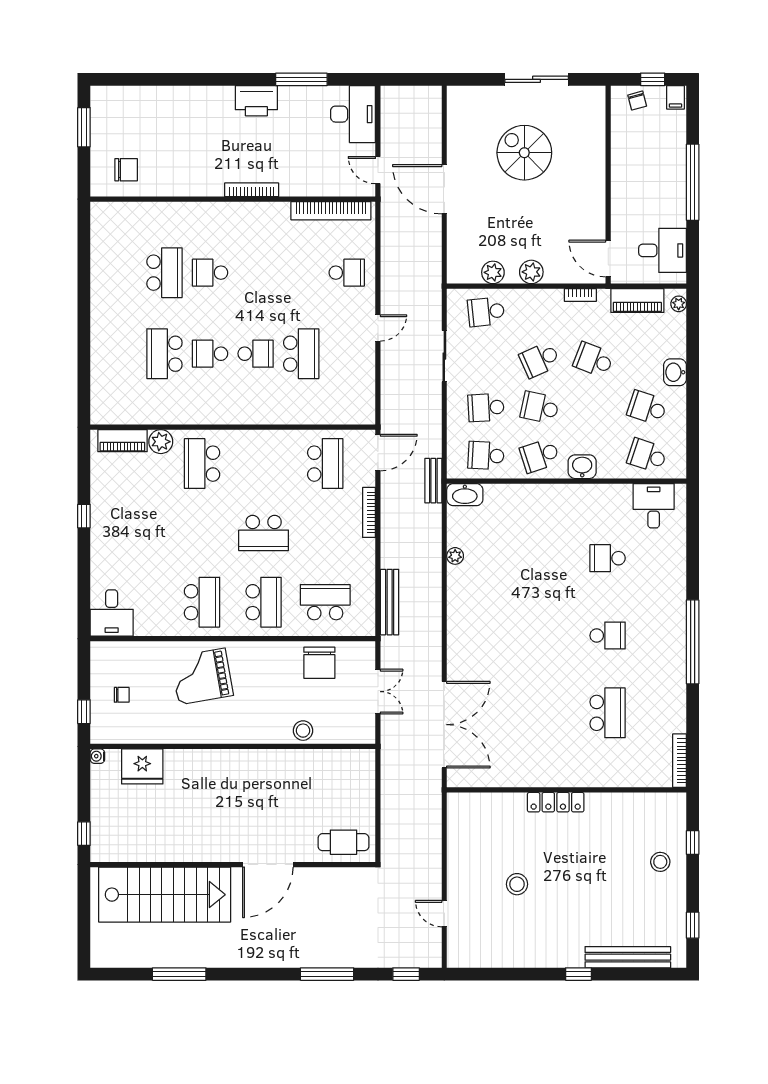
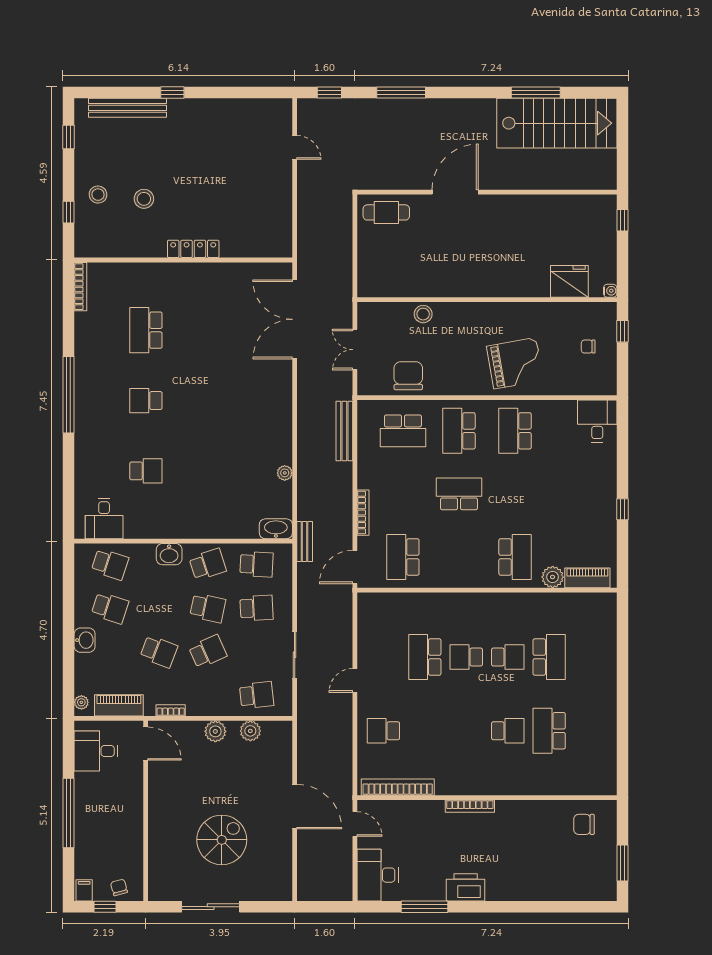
spiral stairs: (524, 153) -> (222, 840), turned -90
stool: (517, 884) -> (144, 199), moved
stairs: (165, 895) -> (557, 123), moved, turned 180

